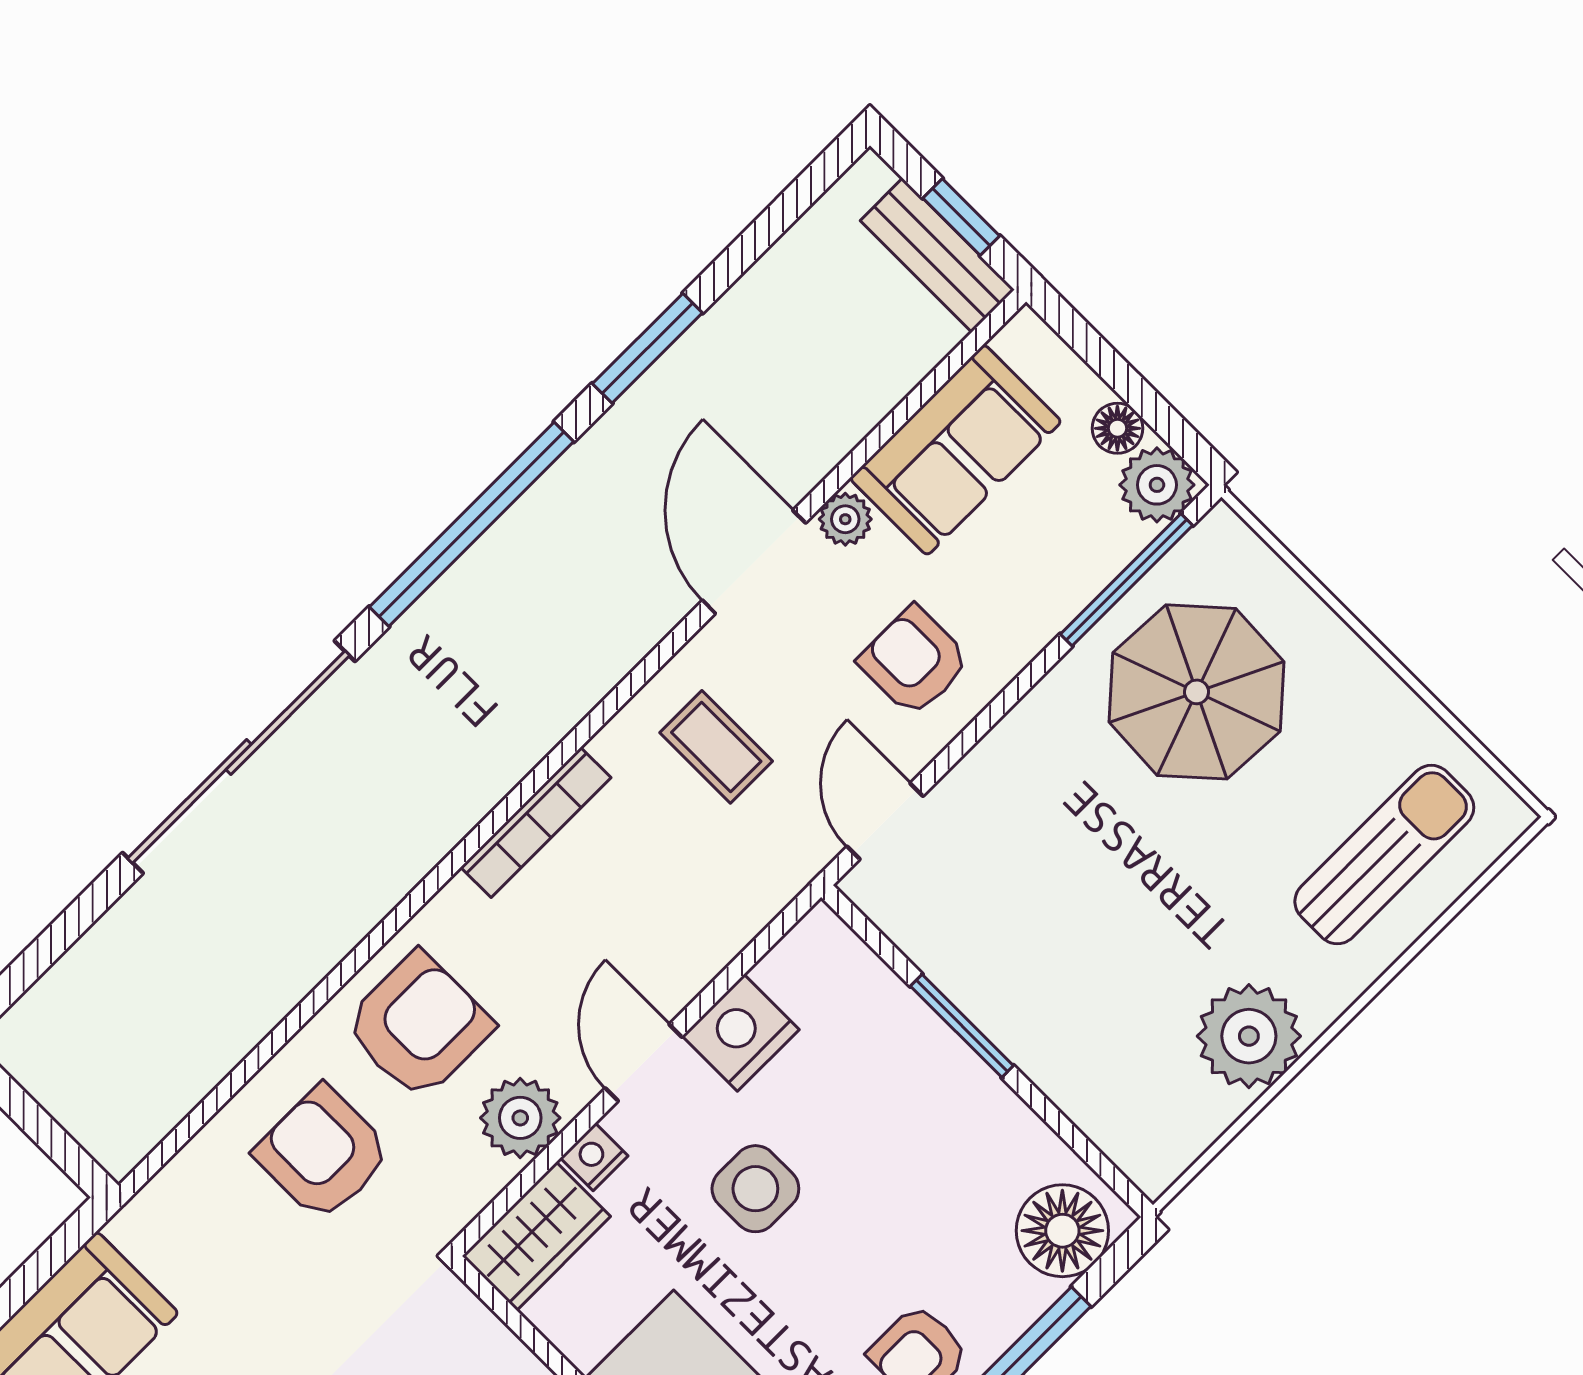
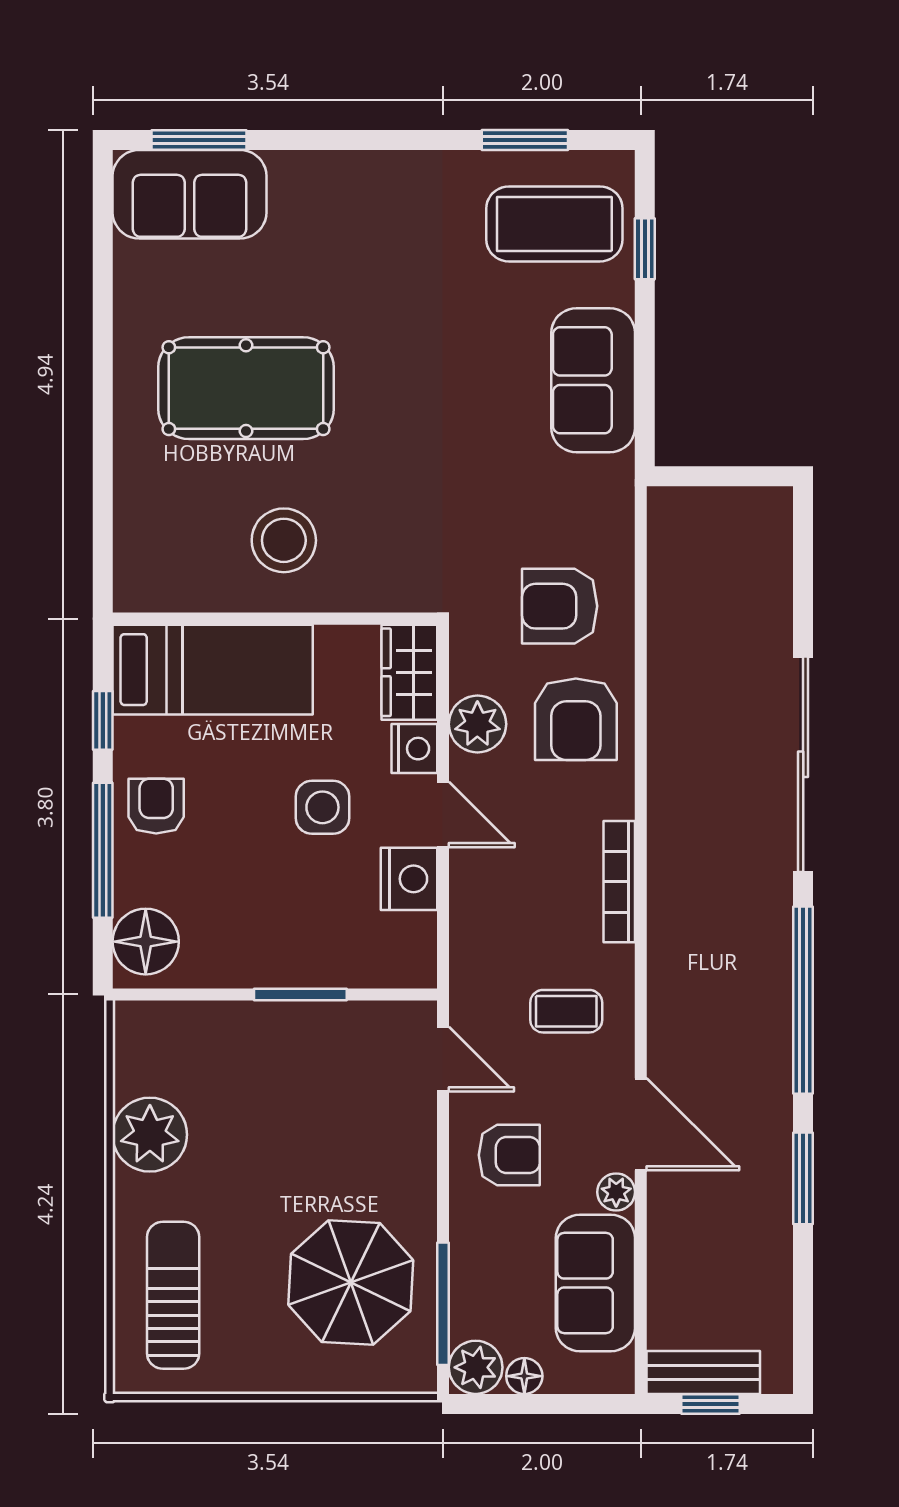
sun lounger: (1384, 855) -> (173, 1295), turned 180
armchair: (323, 1153) -> (560, 606), turned 180
nightstand: (594, 1157) -> (414, 749), width x1.39, depth x1.35

